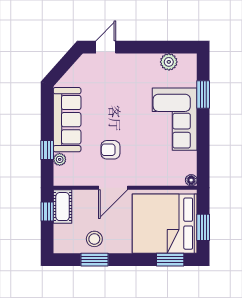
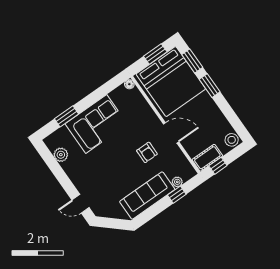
stool: (94, 239) -> (232, 140), moved
window: (95, 260) -> (210, 86), moved

